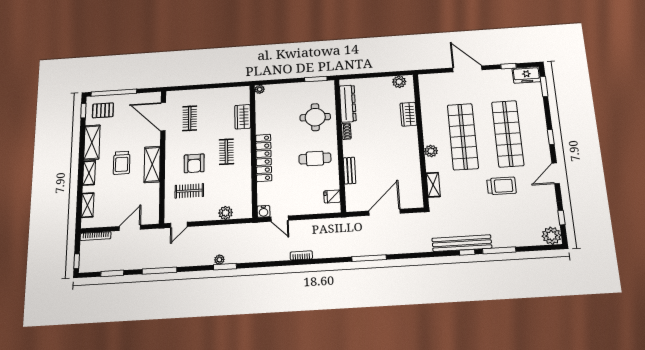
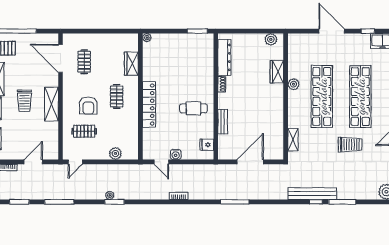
round table: (315, 117) -> (195, 69), removed
plant: (431, 151) -> (294, 84), moved
water cooler: (263, 211) -> (176, 154), moved

